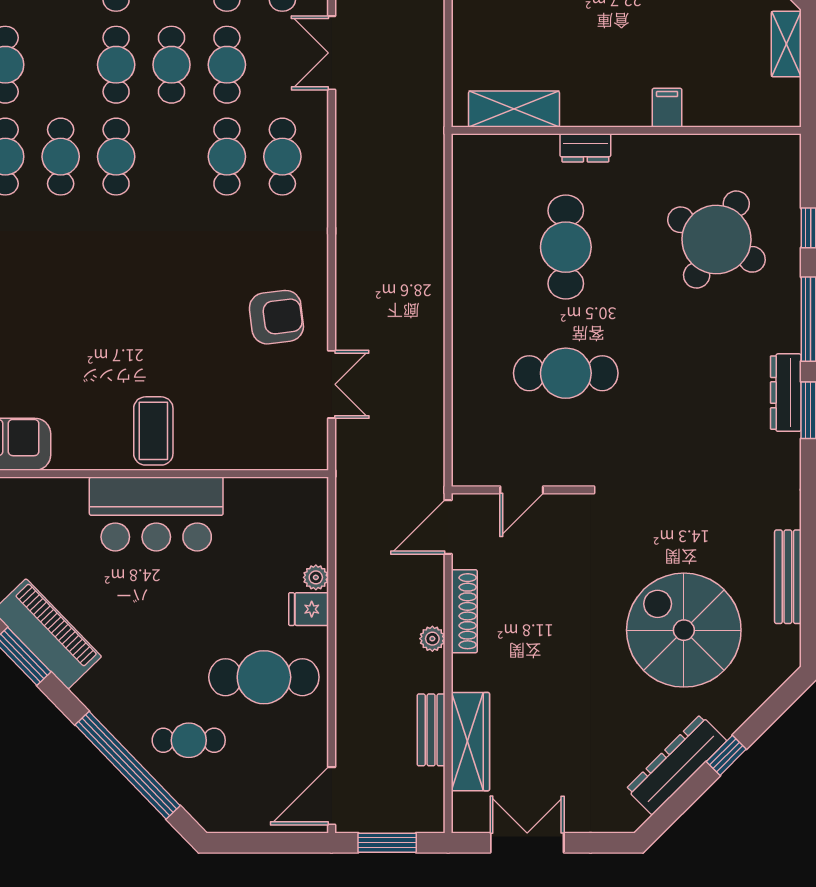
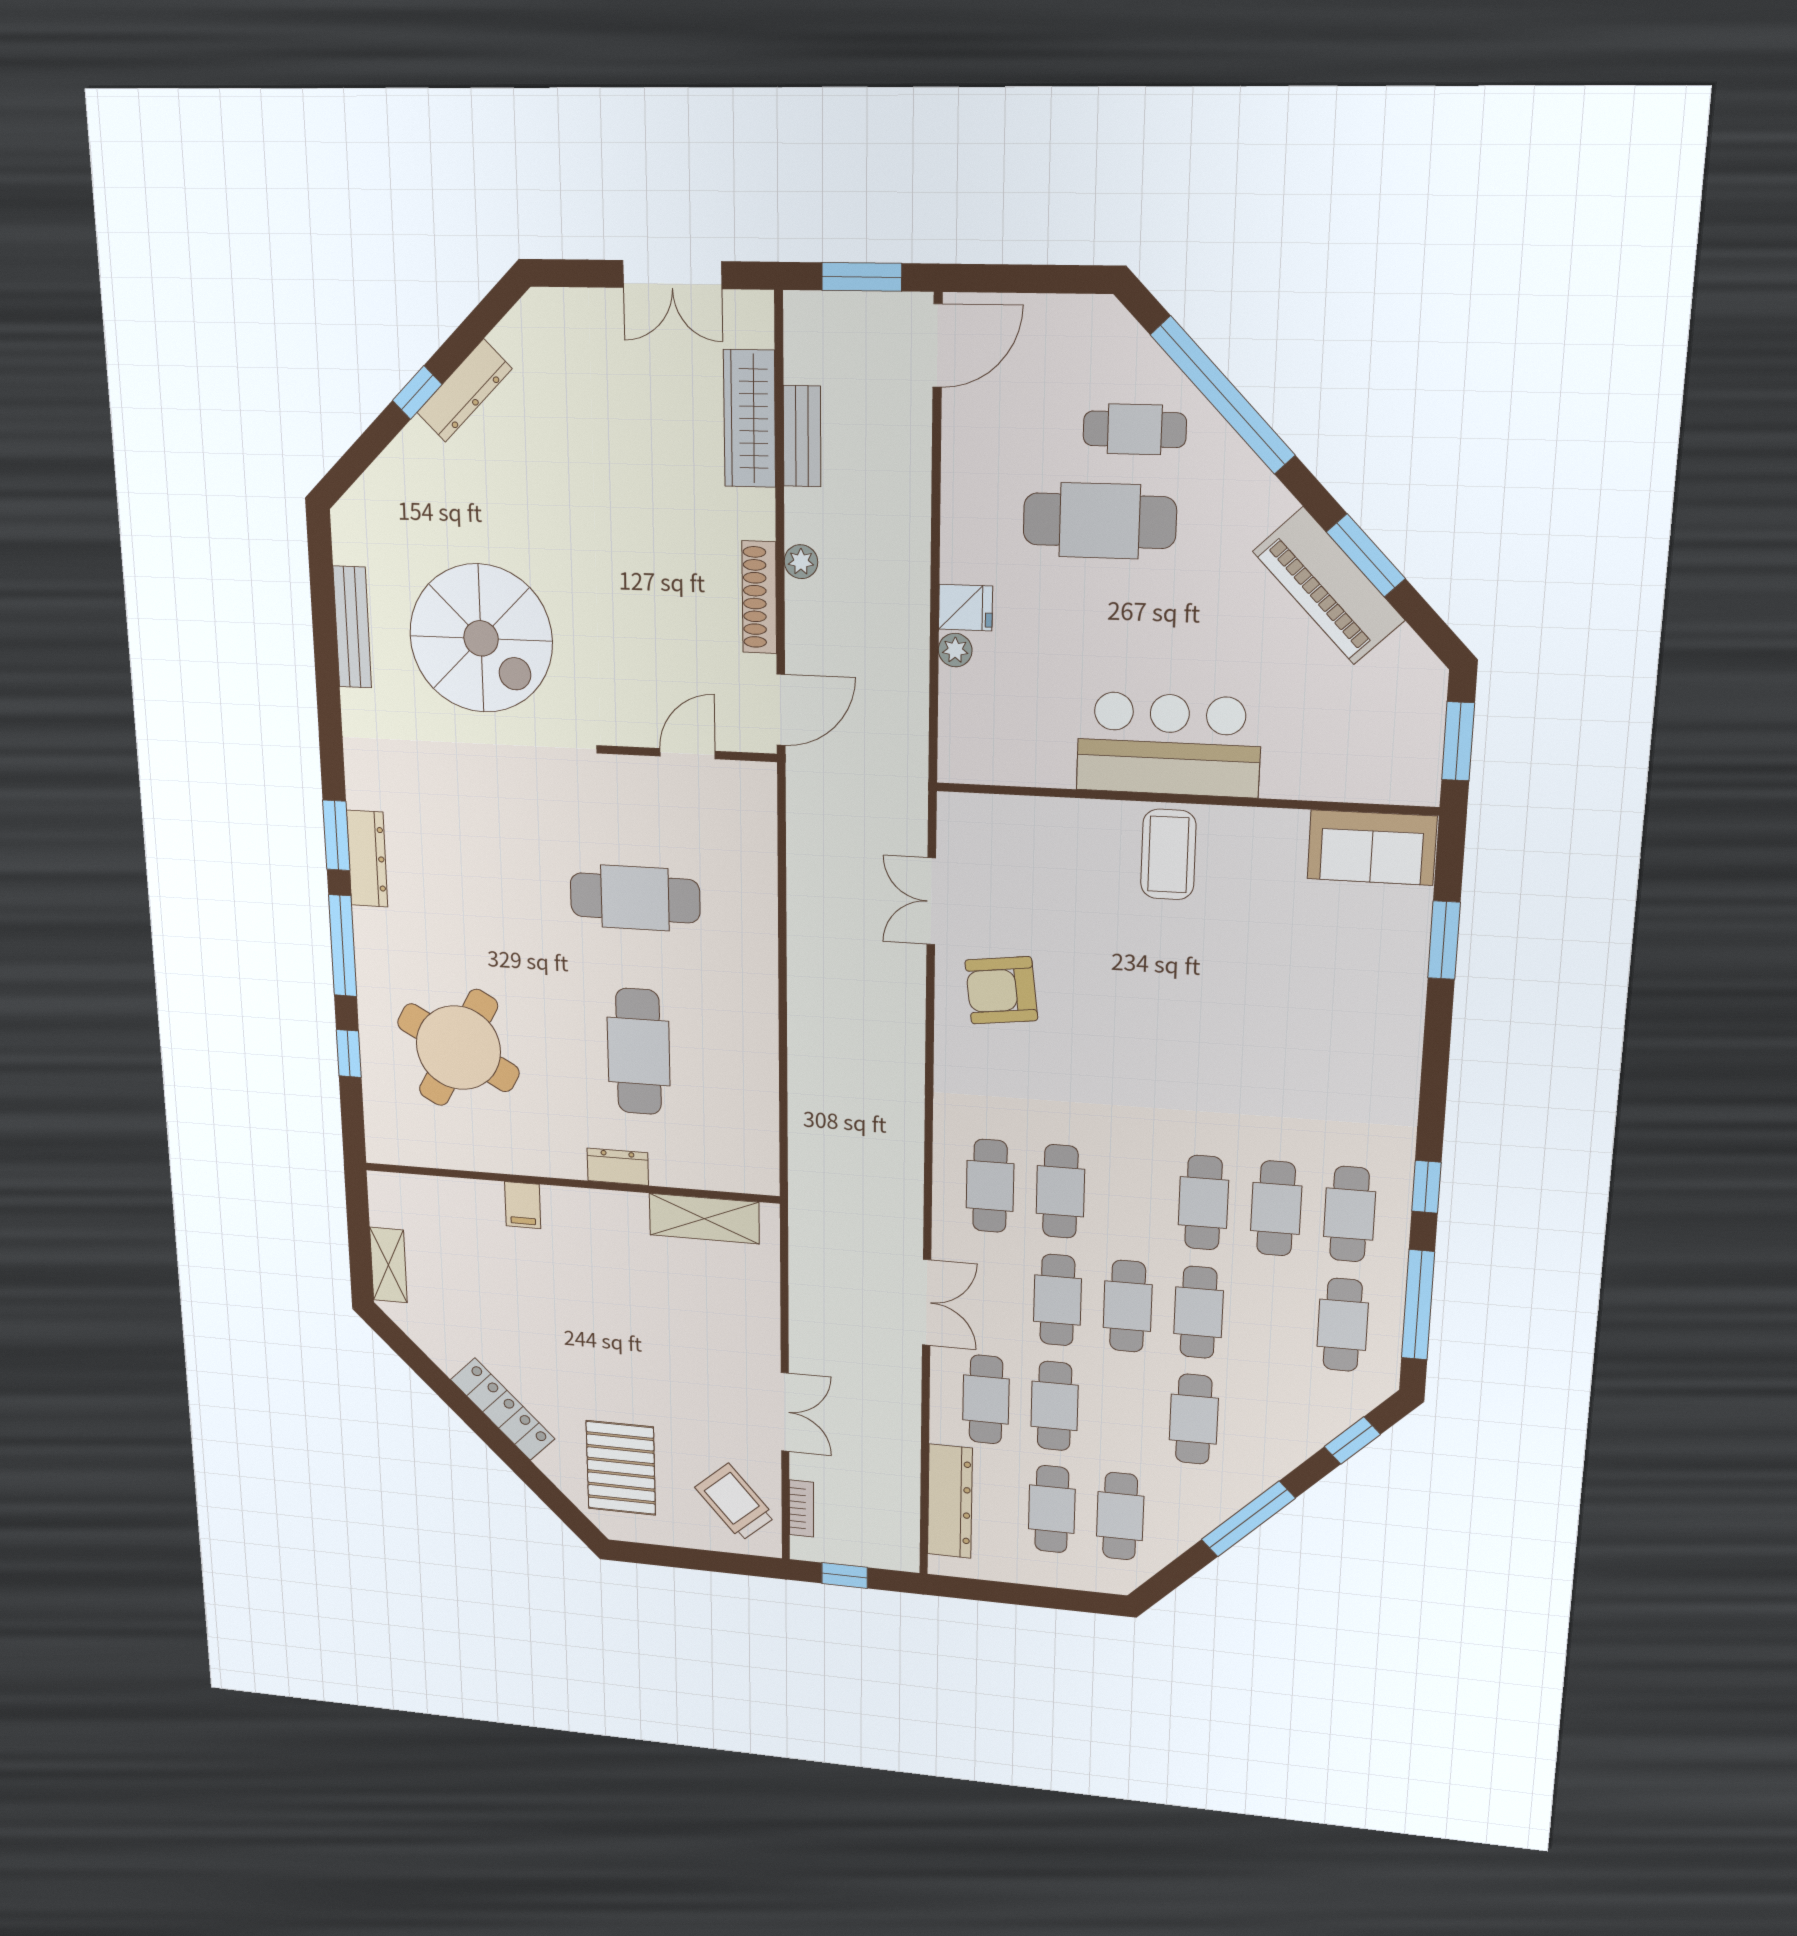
spiral stairs: (684, 630) -> (481, 638), moved
cafe table: (264, 677) -> (1100, 521), moved
dresser: (676, 765) -> (464, 391), width x0.73, depth x0.80

